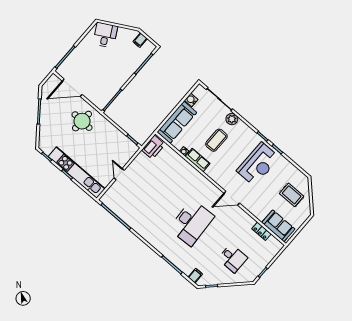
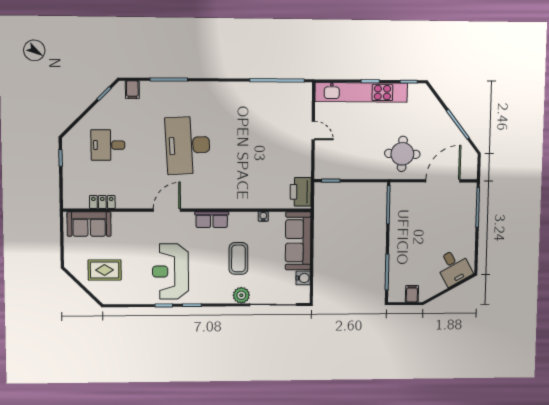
row of seats: (198, 160) -> (212, 220), moved

